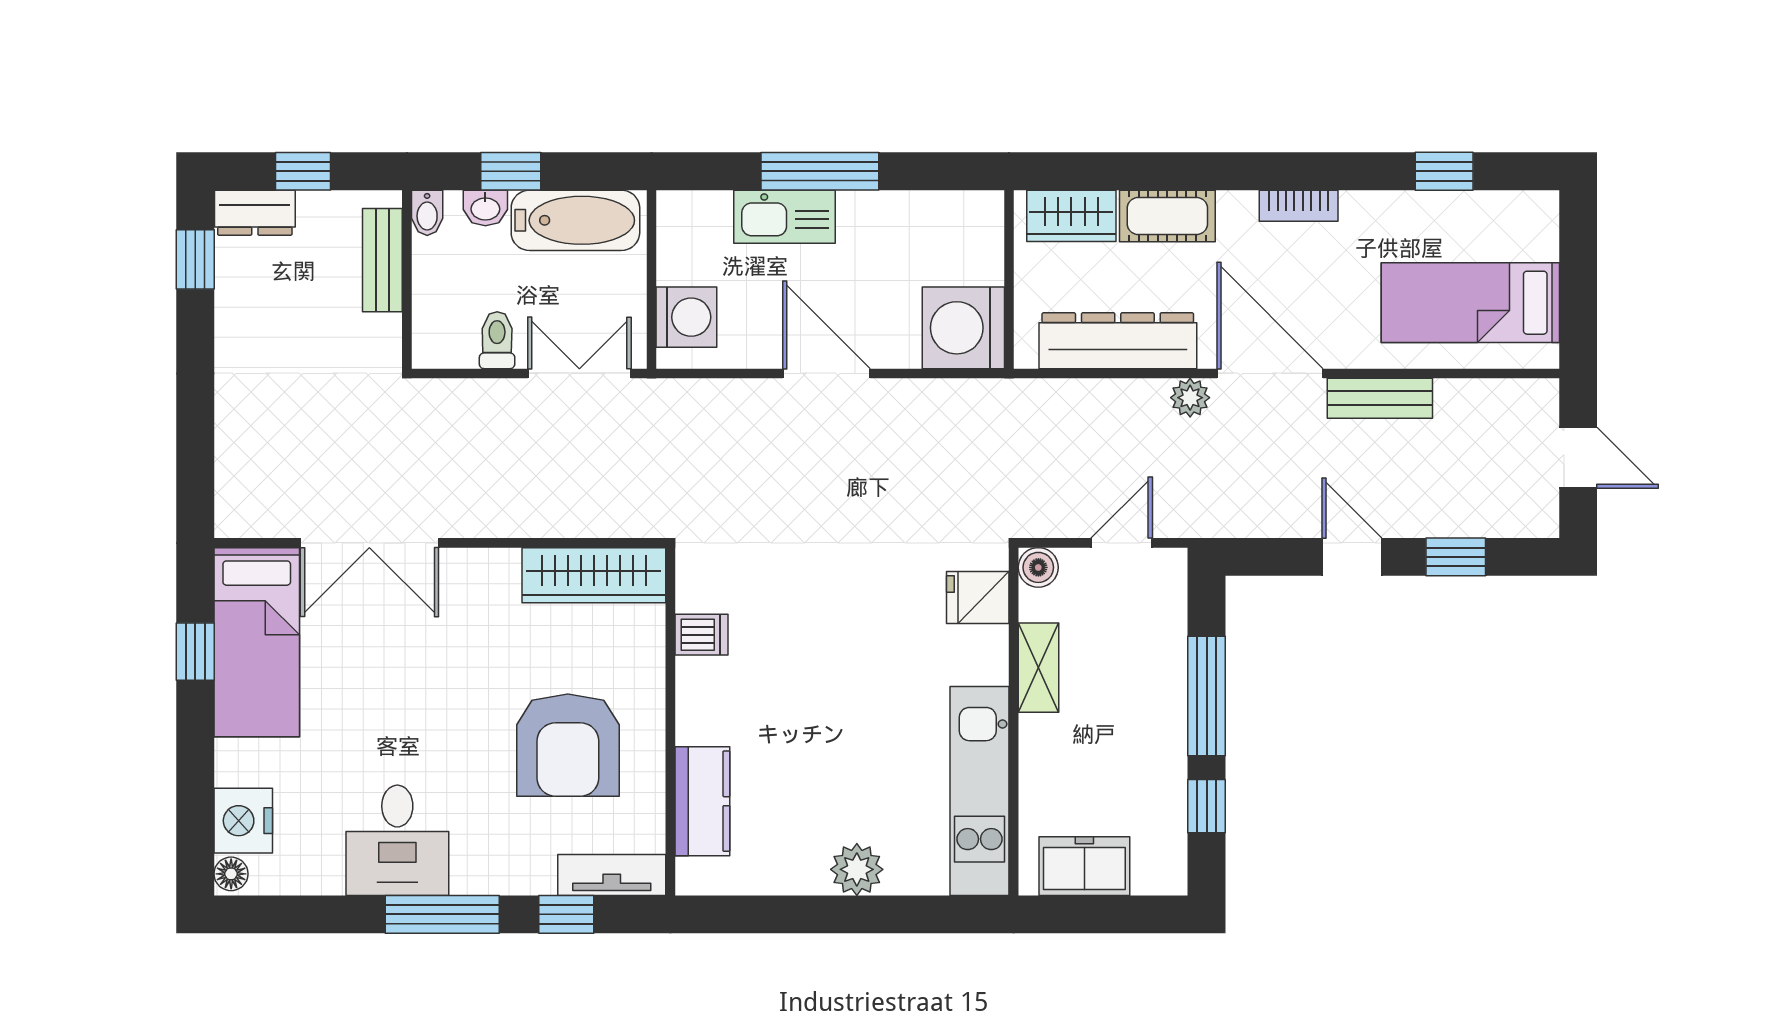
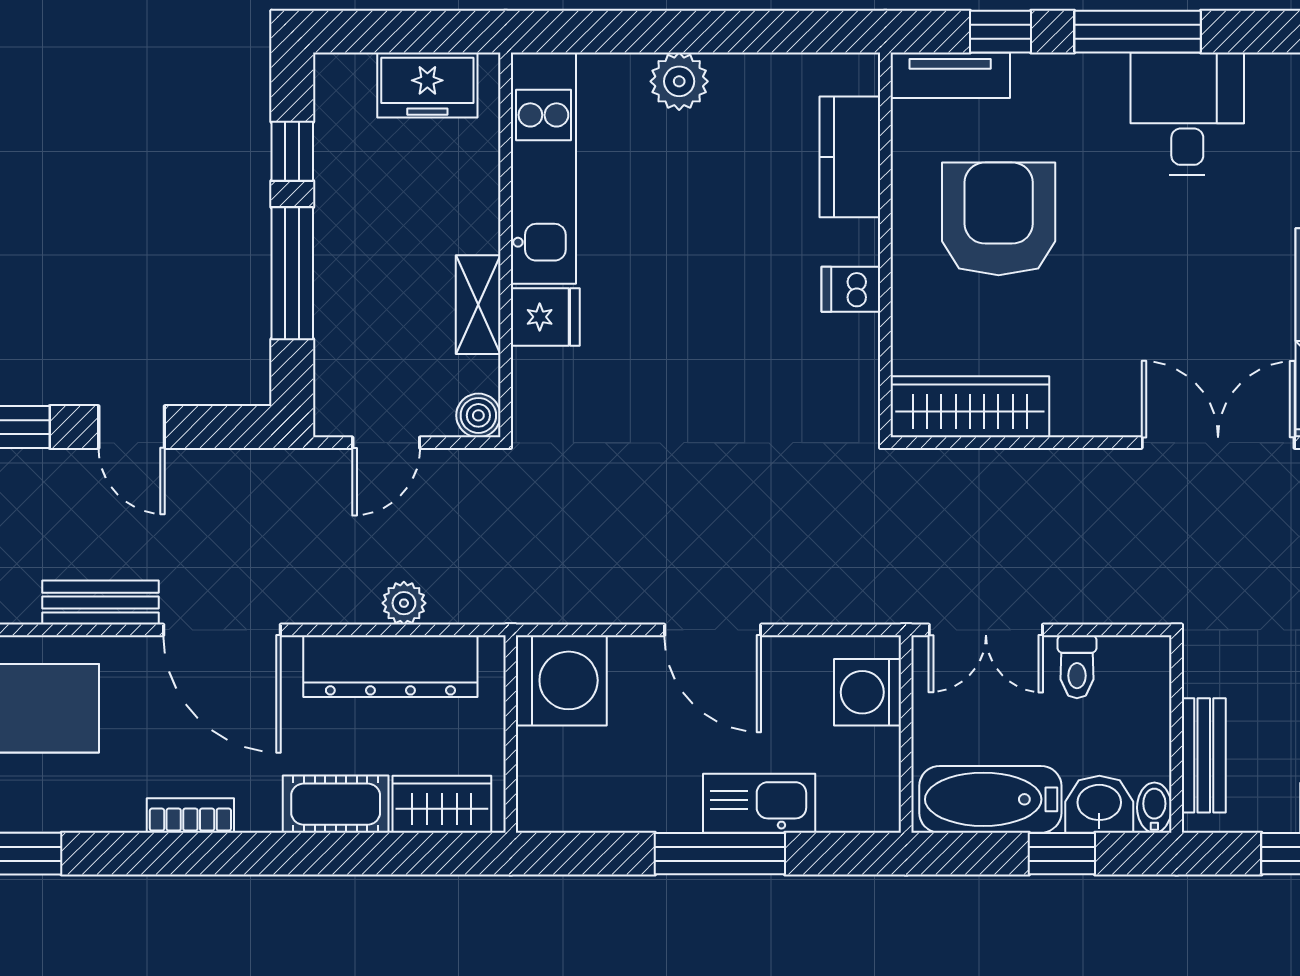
washbasin: (485, 208) -> (1099, 804), width x1.38, depth x1.45
plant: (1190, 398) -> (404, 603), moved
fridge: (978, 598) -> (545, 317), moved
dishwasher: (701, 635) -> (851, 289), moved

